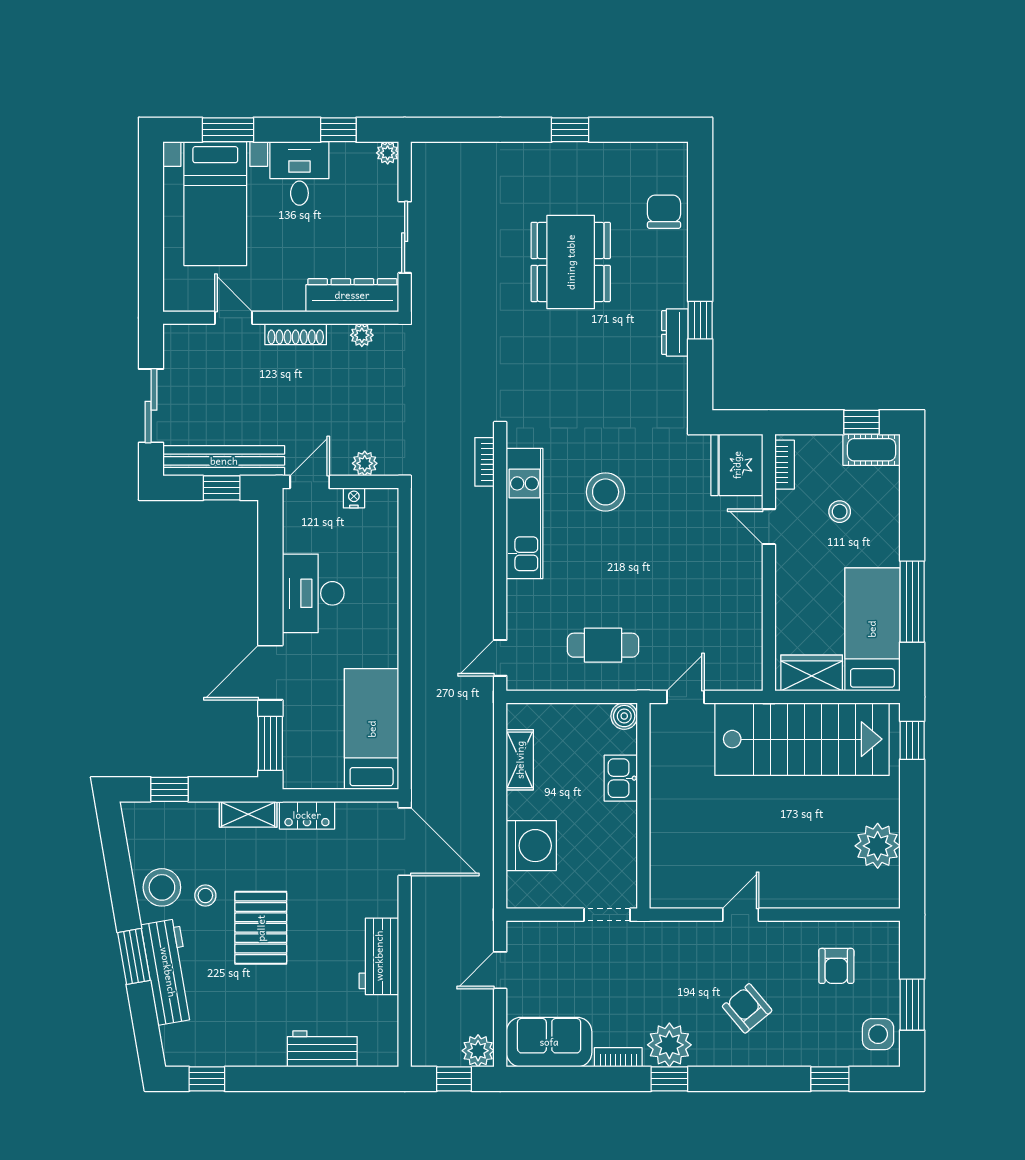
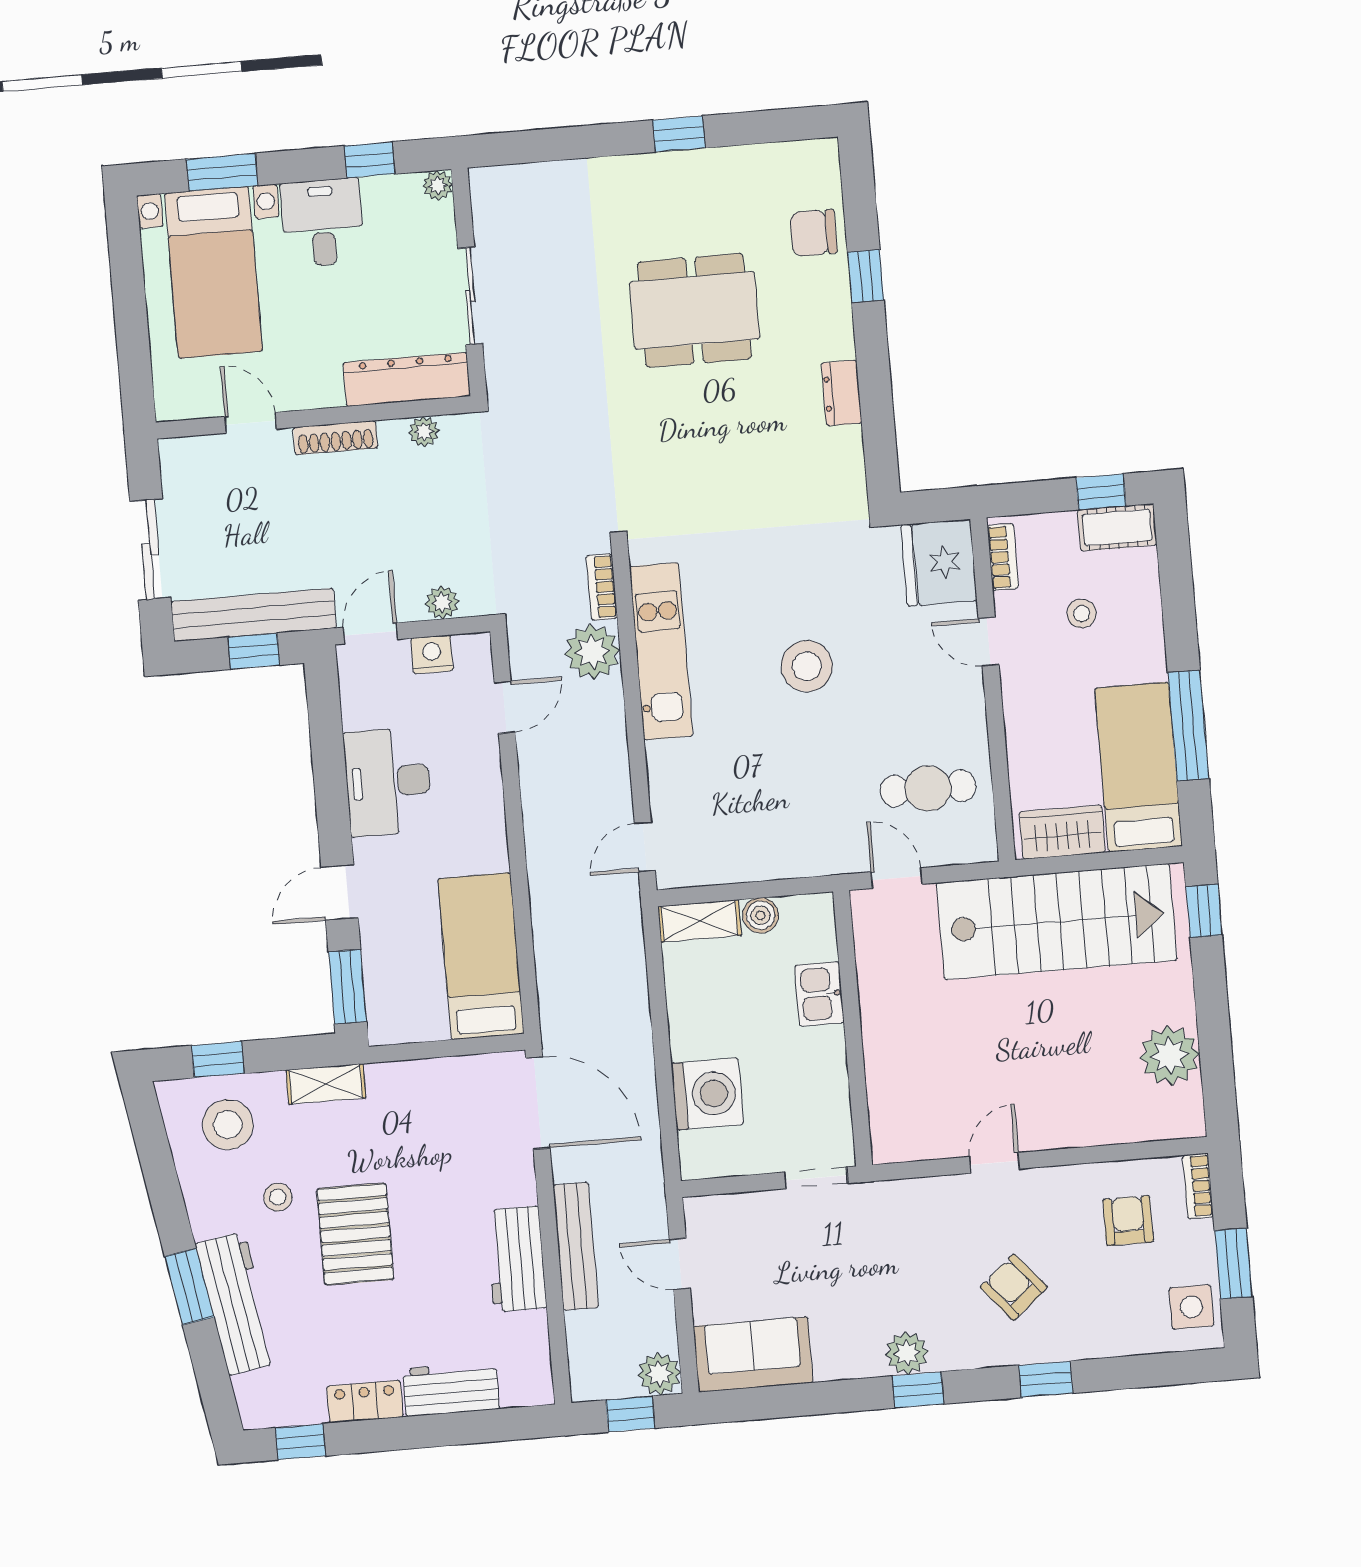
chair: (664, 212) -> (813, 233), turned -90
dining table: (571, 262) -> (695, 310), turned 90
window: (700, 320) -> (866, 276), moved
stool: (606, 492) -> (807, 666), moved
nightstand: (354, 498) -> (432, 654), width x1.39, depth x1.35
plant: (473, 509) -> (592, 652), added
door: (405, 545) -> (505, 707), added
cafe table: (603, 645) -> (928, 788), moved
door: (270, 673) -> (340, 892), width x0.73
door: (686, 697) -> (897, 878), hinge flipped
boiler: (624, 716) -> (761, 915), moved
shelving: (520, 760) -> (699, 921), moved, turned 90
locker: (307, 815) -> (365, 1402), moved, turned 180
stool: (162, 887) -> (228, 1125), moved
bench: (424, 951) -> (576, 1246), added
armchair: (836, 966) -> (1128, 1221), turned 180
door: (500, 970) -> (680, 1264), hinge flipped
plant: (669, 1045) -> (907, 1353), width x0.73, depth x0.73
bookcase: (618, 1057) -> (1198, 1186), moved, turned -90
window: (830, 1079) -> (1046, 1379), moved

